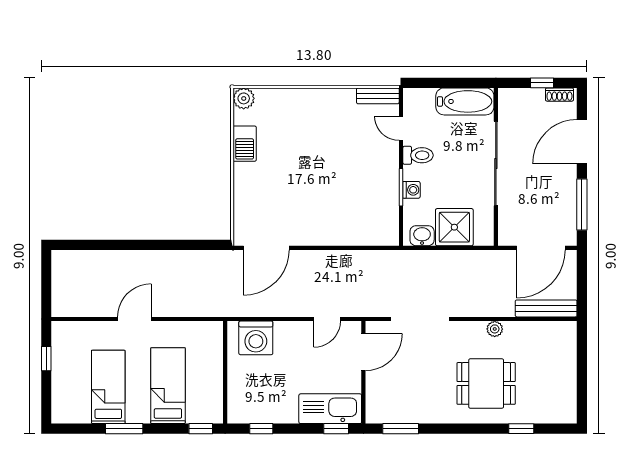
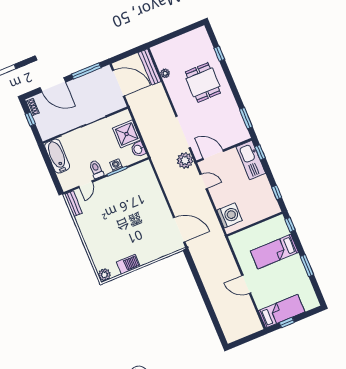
plant: (373, 303) -> (185, 160), added
plant: (495, 329) -> (165, 73), moved
bed: (108, 387) -> (282, 311), moved, turned 180

